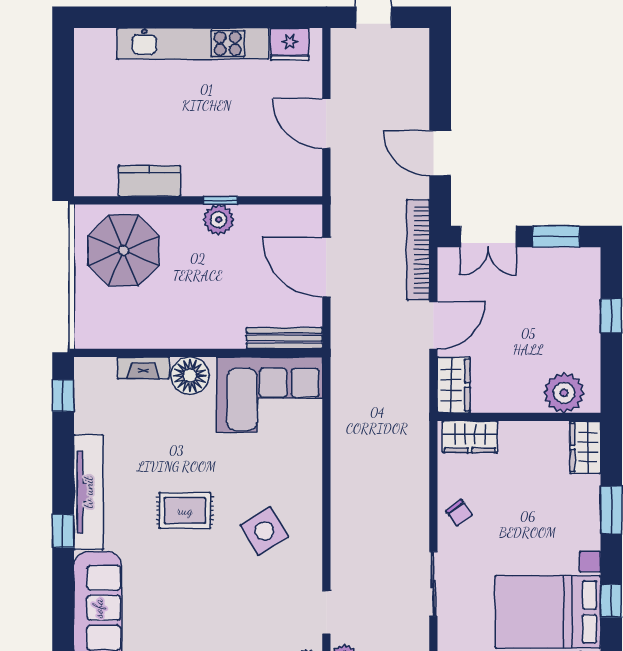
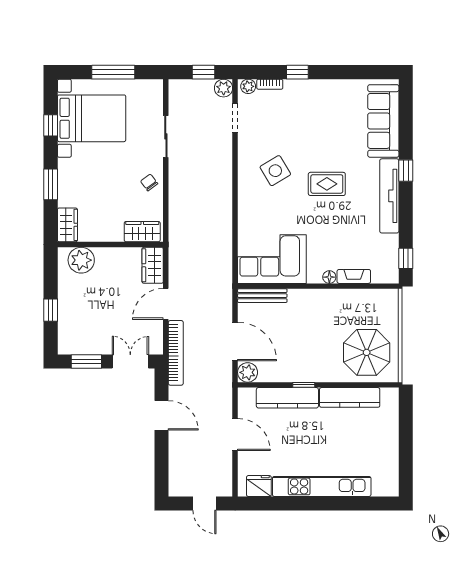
kitchen counter: (246, 180) -> (287, 398), added
kitchen counter: (150, 181) -> (350, 397), width x1.50
plant: (219, 220) -> (248, 372), moved
floor lamp: (190, 376) -> (329, 277), width x0.53, depth x0.53

